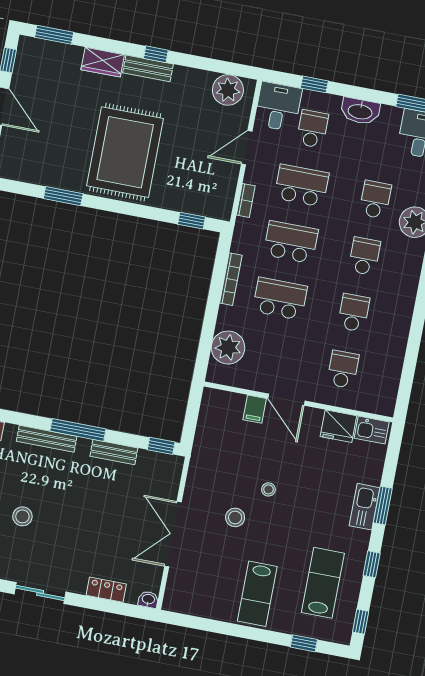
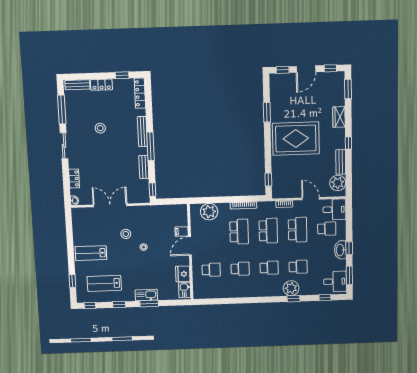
bench: (148, 68) -> (341, 162), moved
window: (314, 84) -> (349, 248), moved
lab bench: (323, 583) -> (104, 283), turned 180

